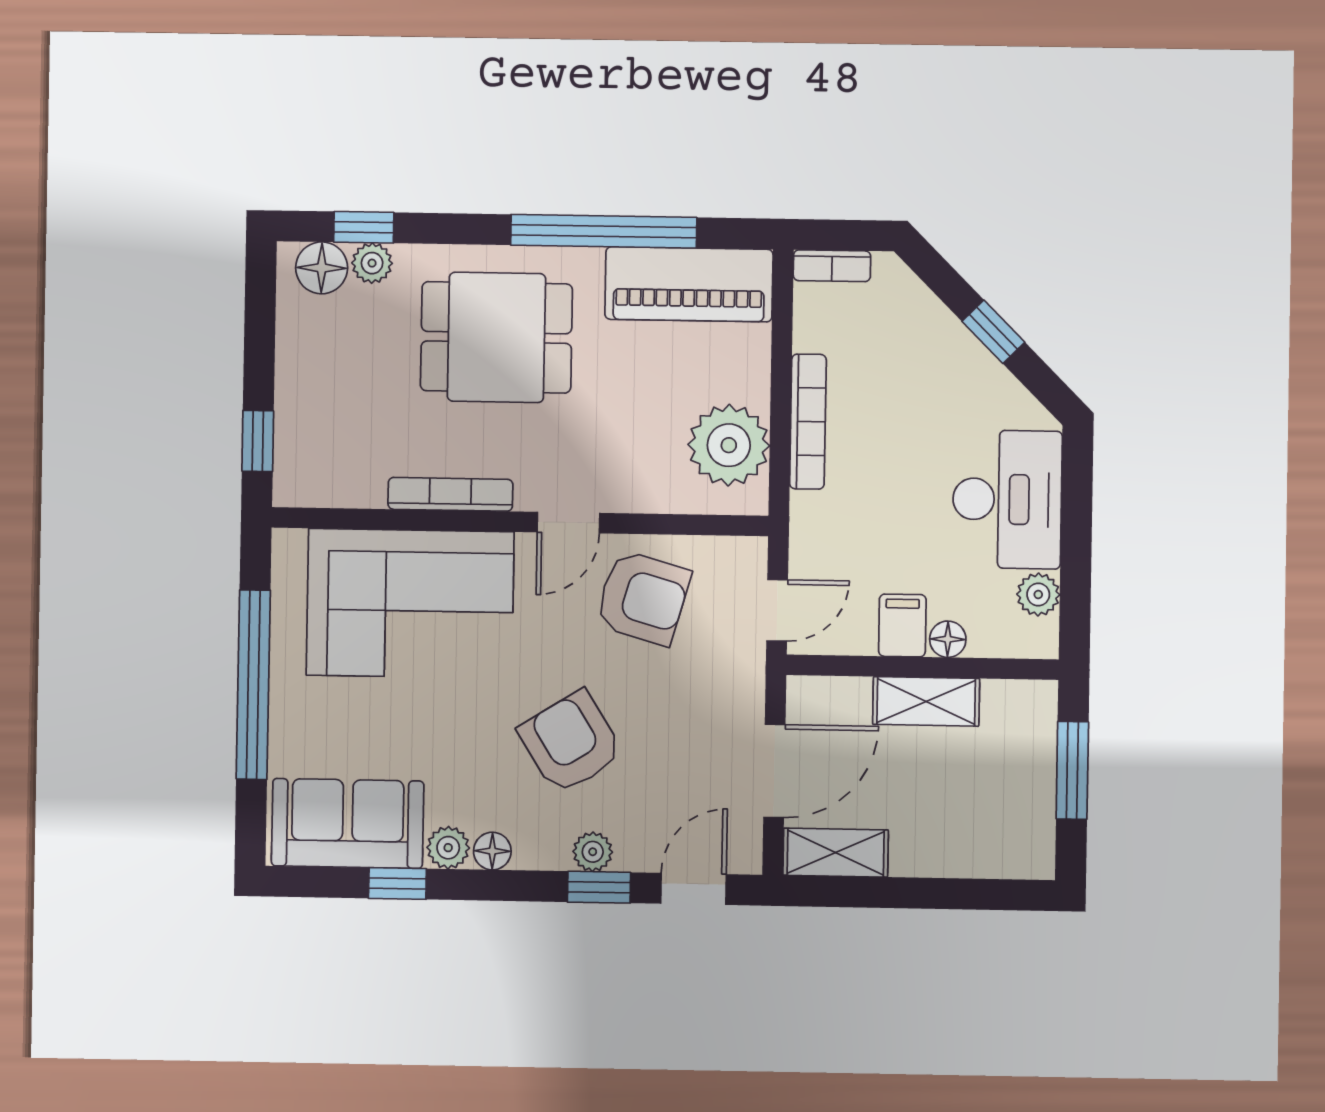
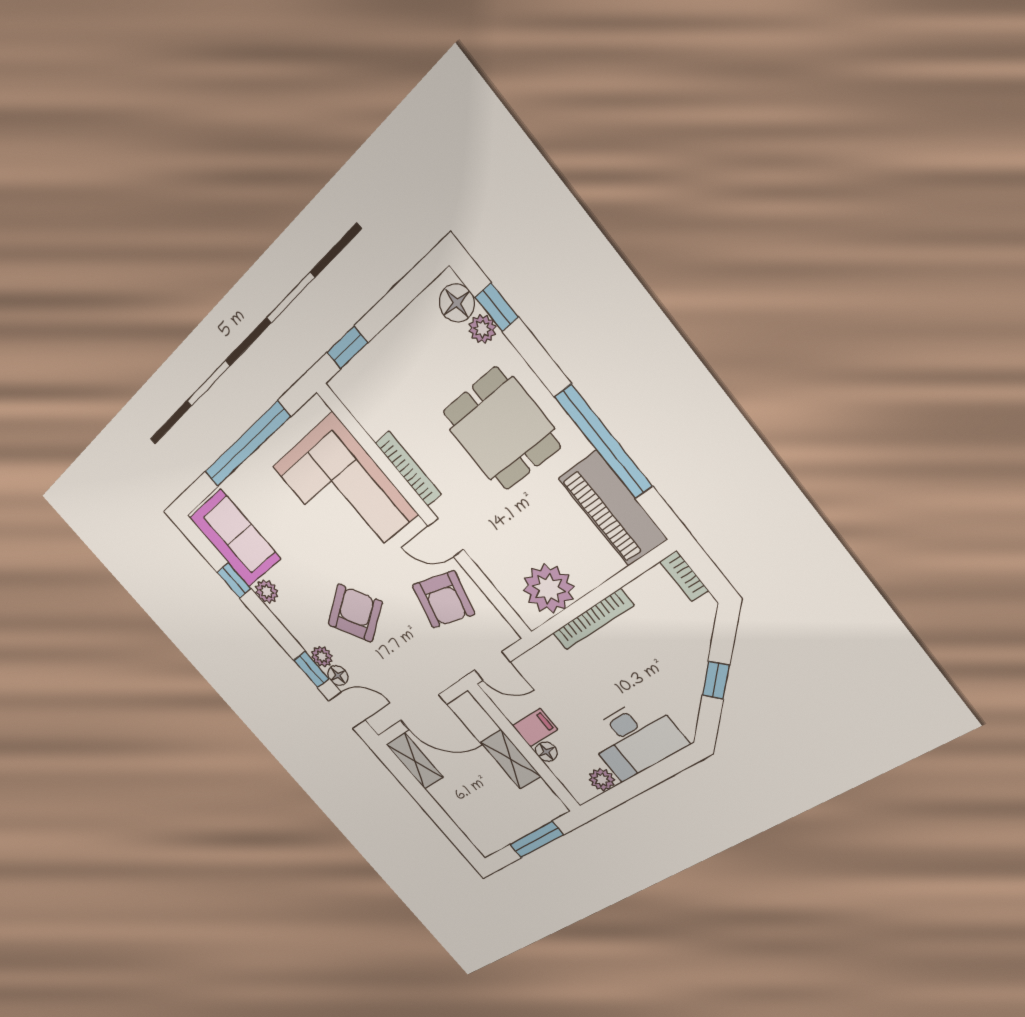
floor lamp: (492, 851) -> (338, 676), moved

